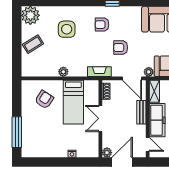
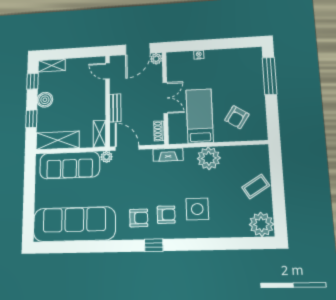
side table: (67, 29) -> (197, 209), moved
armchair: (121, 48) -> (139, 218), moved
plant: (63, 72) -> (209, 158), width x1.88, depth x1.88
freezer: (157, 120) -> (96, 100), removed

